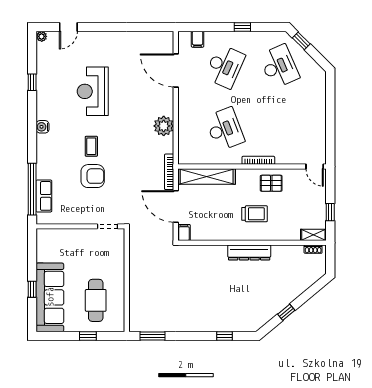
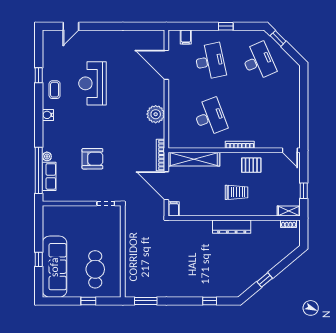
plant: (42, 36) -> (47, 156), moved
desk: (225, 66) -> (210, 61), turned -36
coffee table: (91, 146) -> (55, 90), moved

